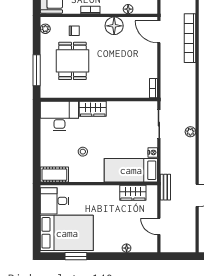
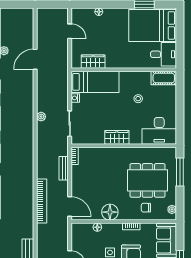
dining table: (72, 61) -> (148, 180), width x1.38
wardrobe: (93, 109) -> (117, 137), moved
bench: (165, 187) -> (64, 168), moved

